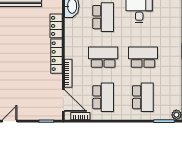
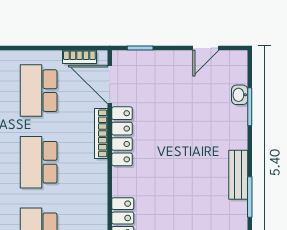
locker: (56, 56) -> (122, 136), moved
school desk: (103, 57) -> (39, 162), turned 90

